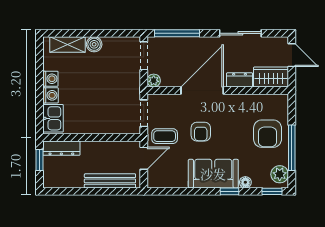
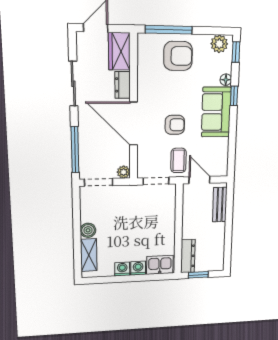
window: (292, 148) -> (169, 30), moved
bench: (110, 181) -> (220, 205), width x0.73

